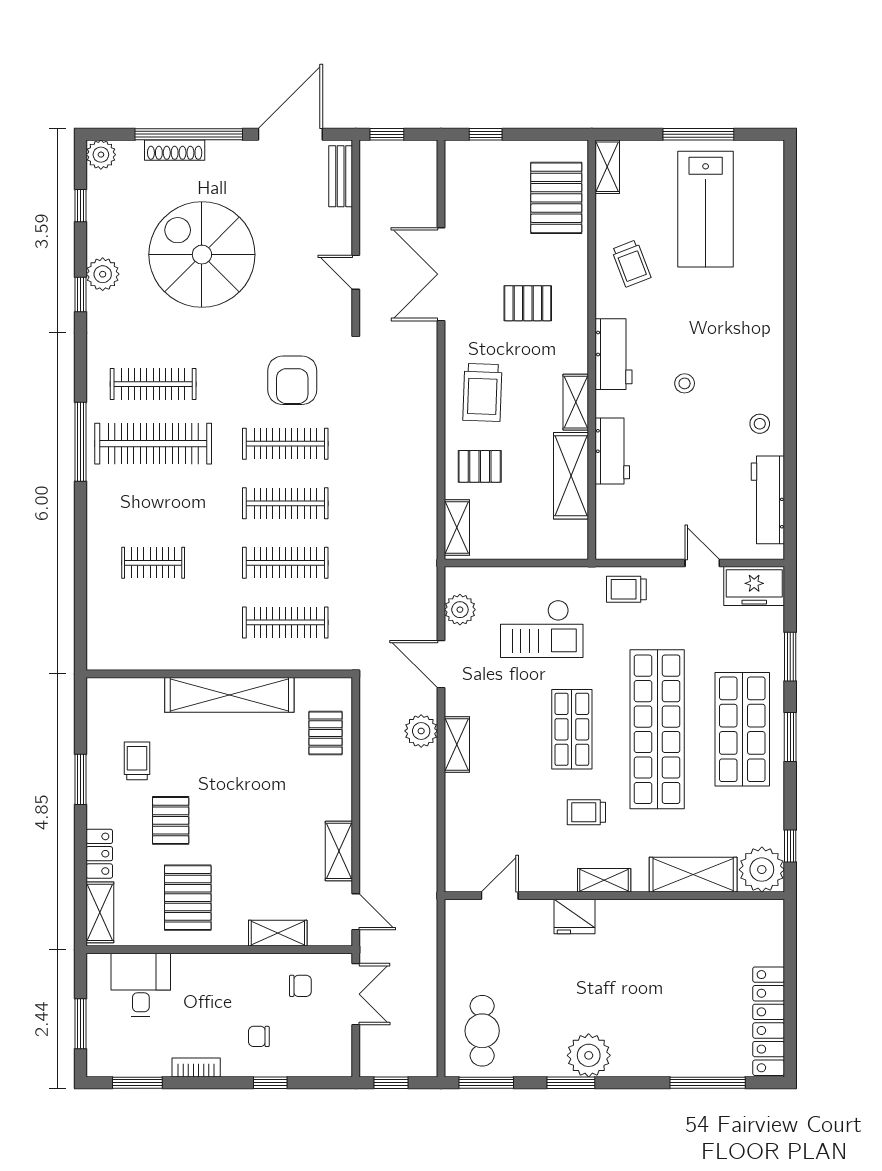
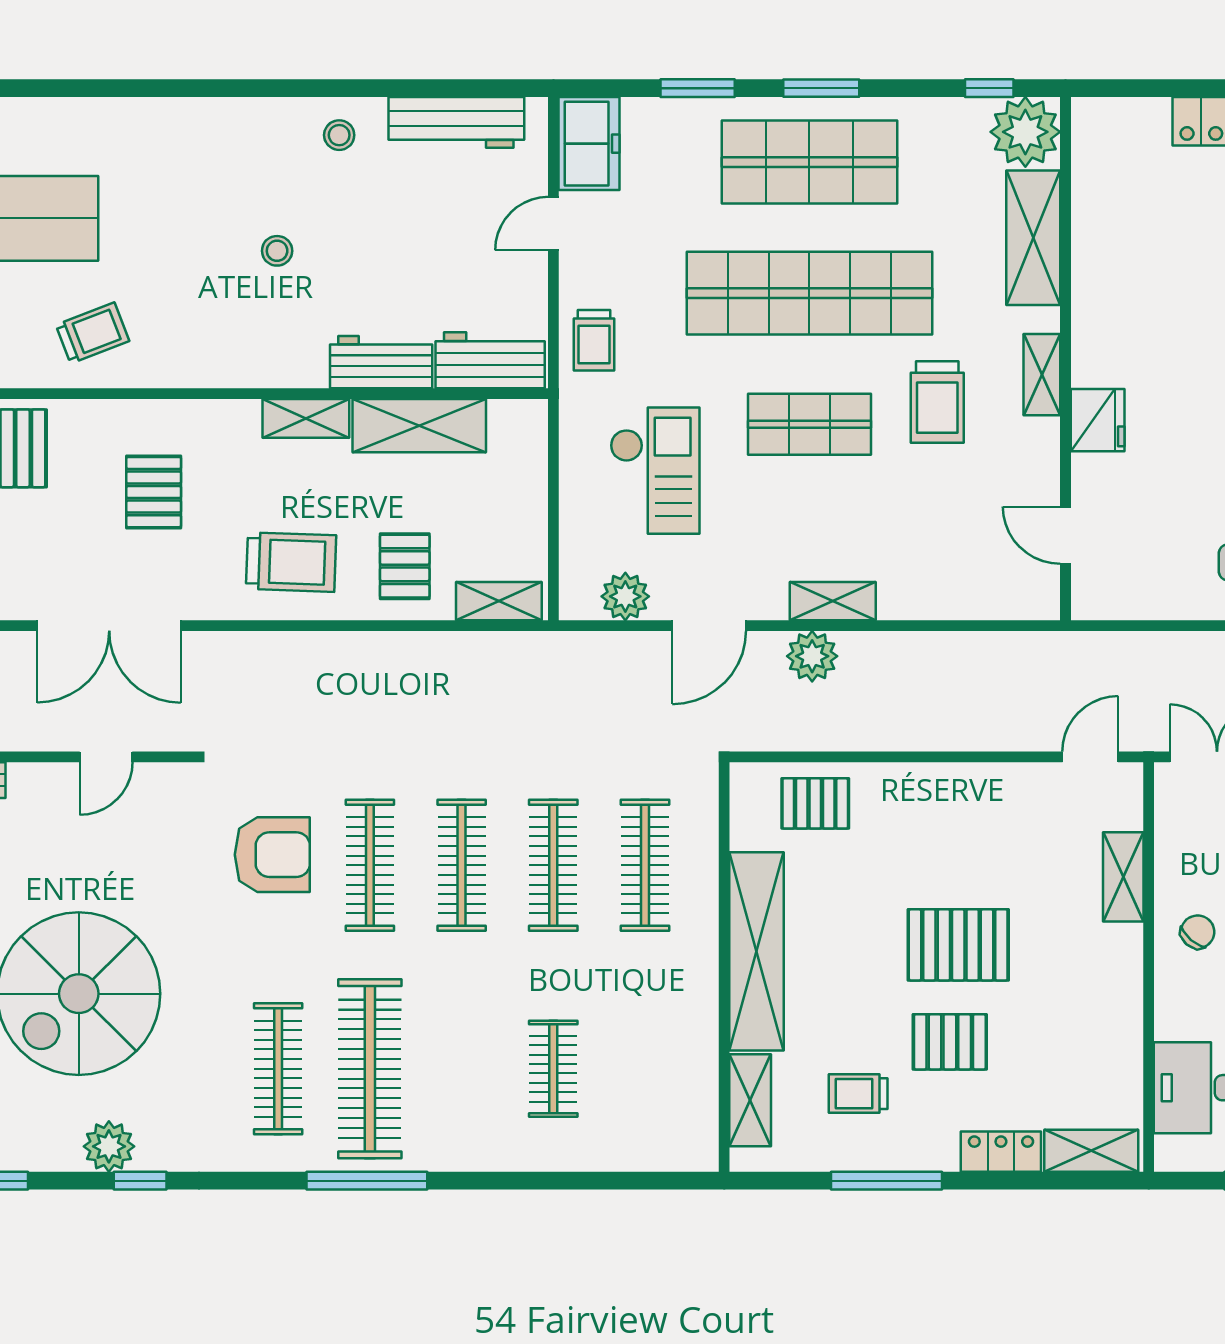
workbench: (613, 354) -> (490, 360), moved
window: (80, 779) -> (887, 1181), width x1.44
trolley: (586, 812) -> (937, 402), width x1.36, depth x1.39
shelving: (339, 851) -> (750, 1100), moved, turned 90
pallet: (188, 898) -> (958, 945), moved
chair: (300, 986) -> (1198, 932), moved, turned 41

